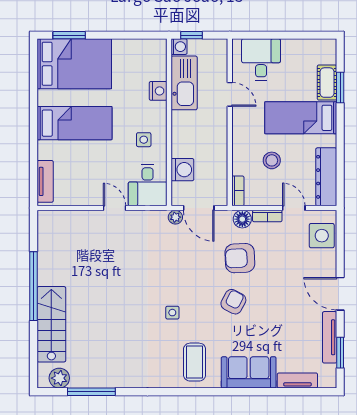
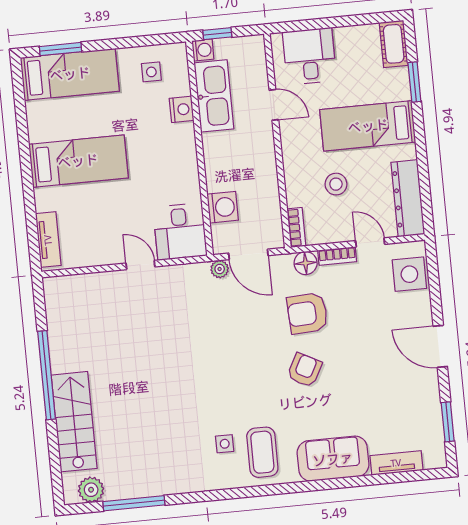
bed: (74, 64) -> (70, 74), width x0.67
cot: (327, 83) -> (394, 44), moved
side table: (144, 140) -> (151, 72), moved
side table: (172, 313) -> (225, 444), moved
tv unit: (330, 337) -> (432, 403), removed

